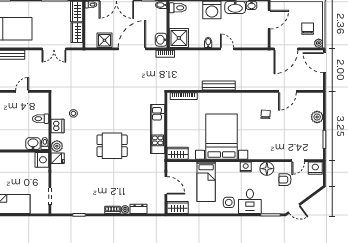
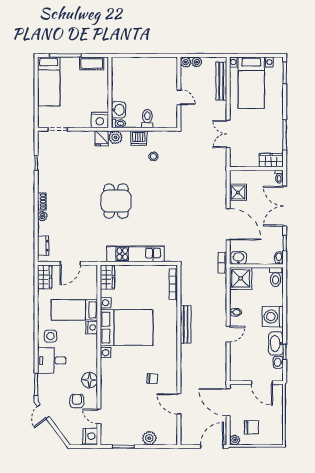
wardrobe: (77, 33) -> (247, 160), removed
nightstand: (246, 167) -> (92, 328), moved
dresser: (138, 209) -> (43, 246), moved

